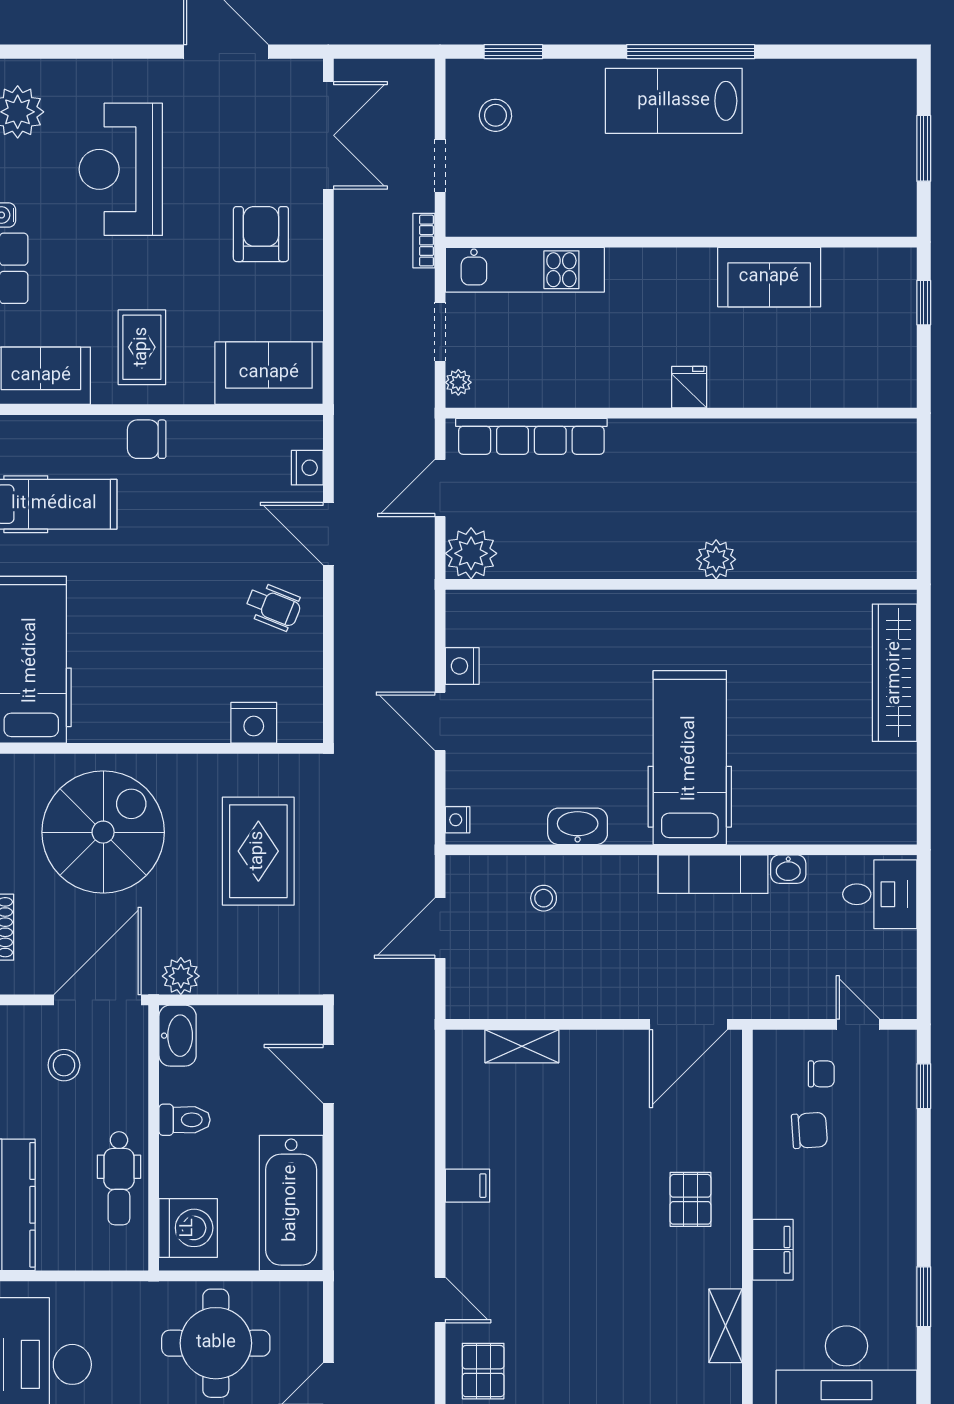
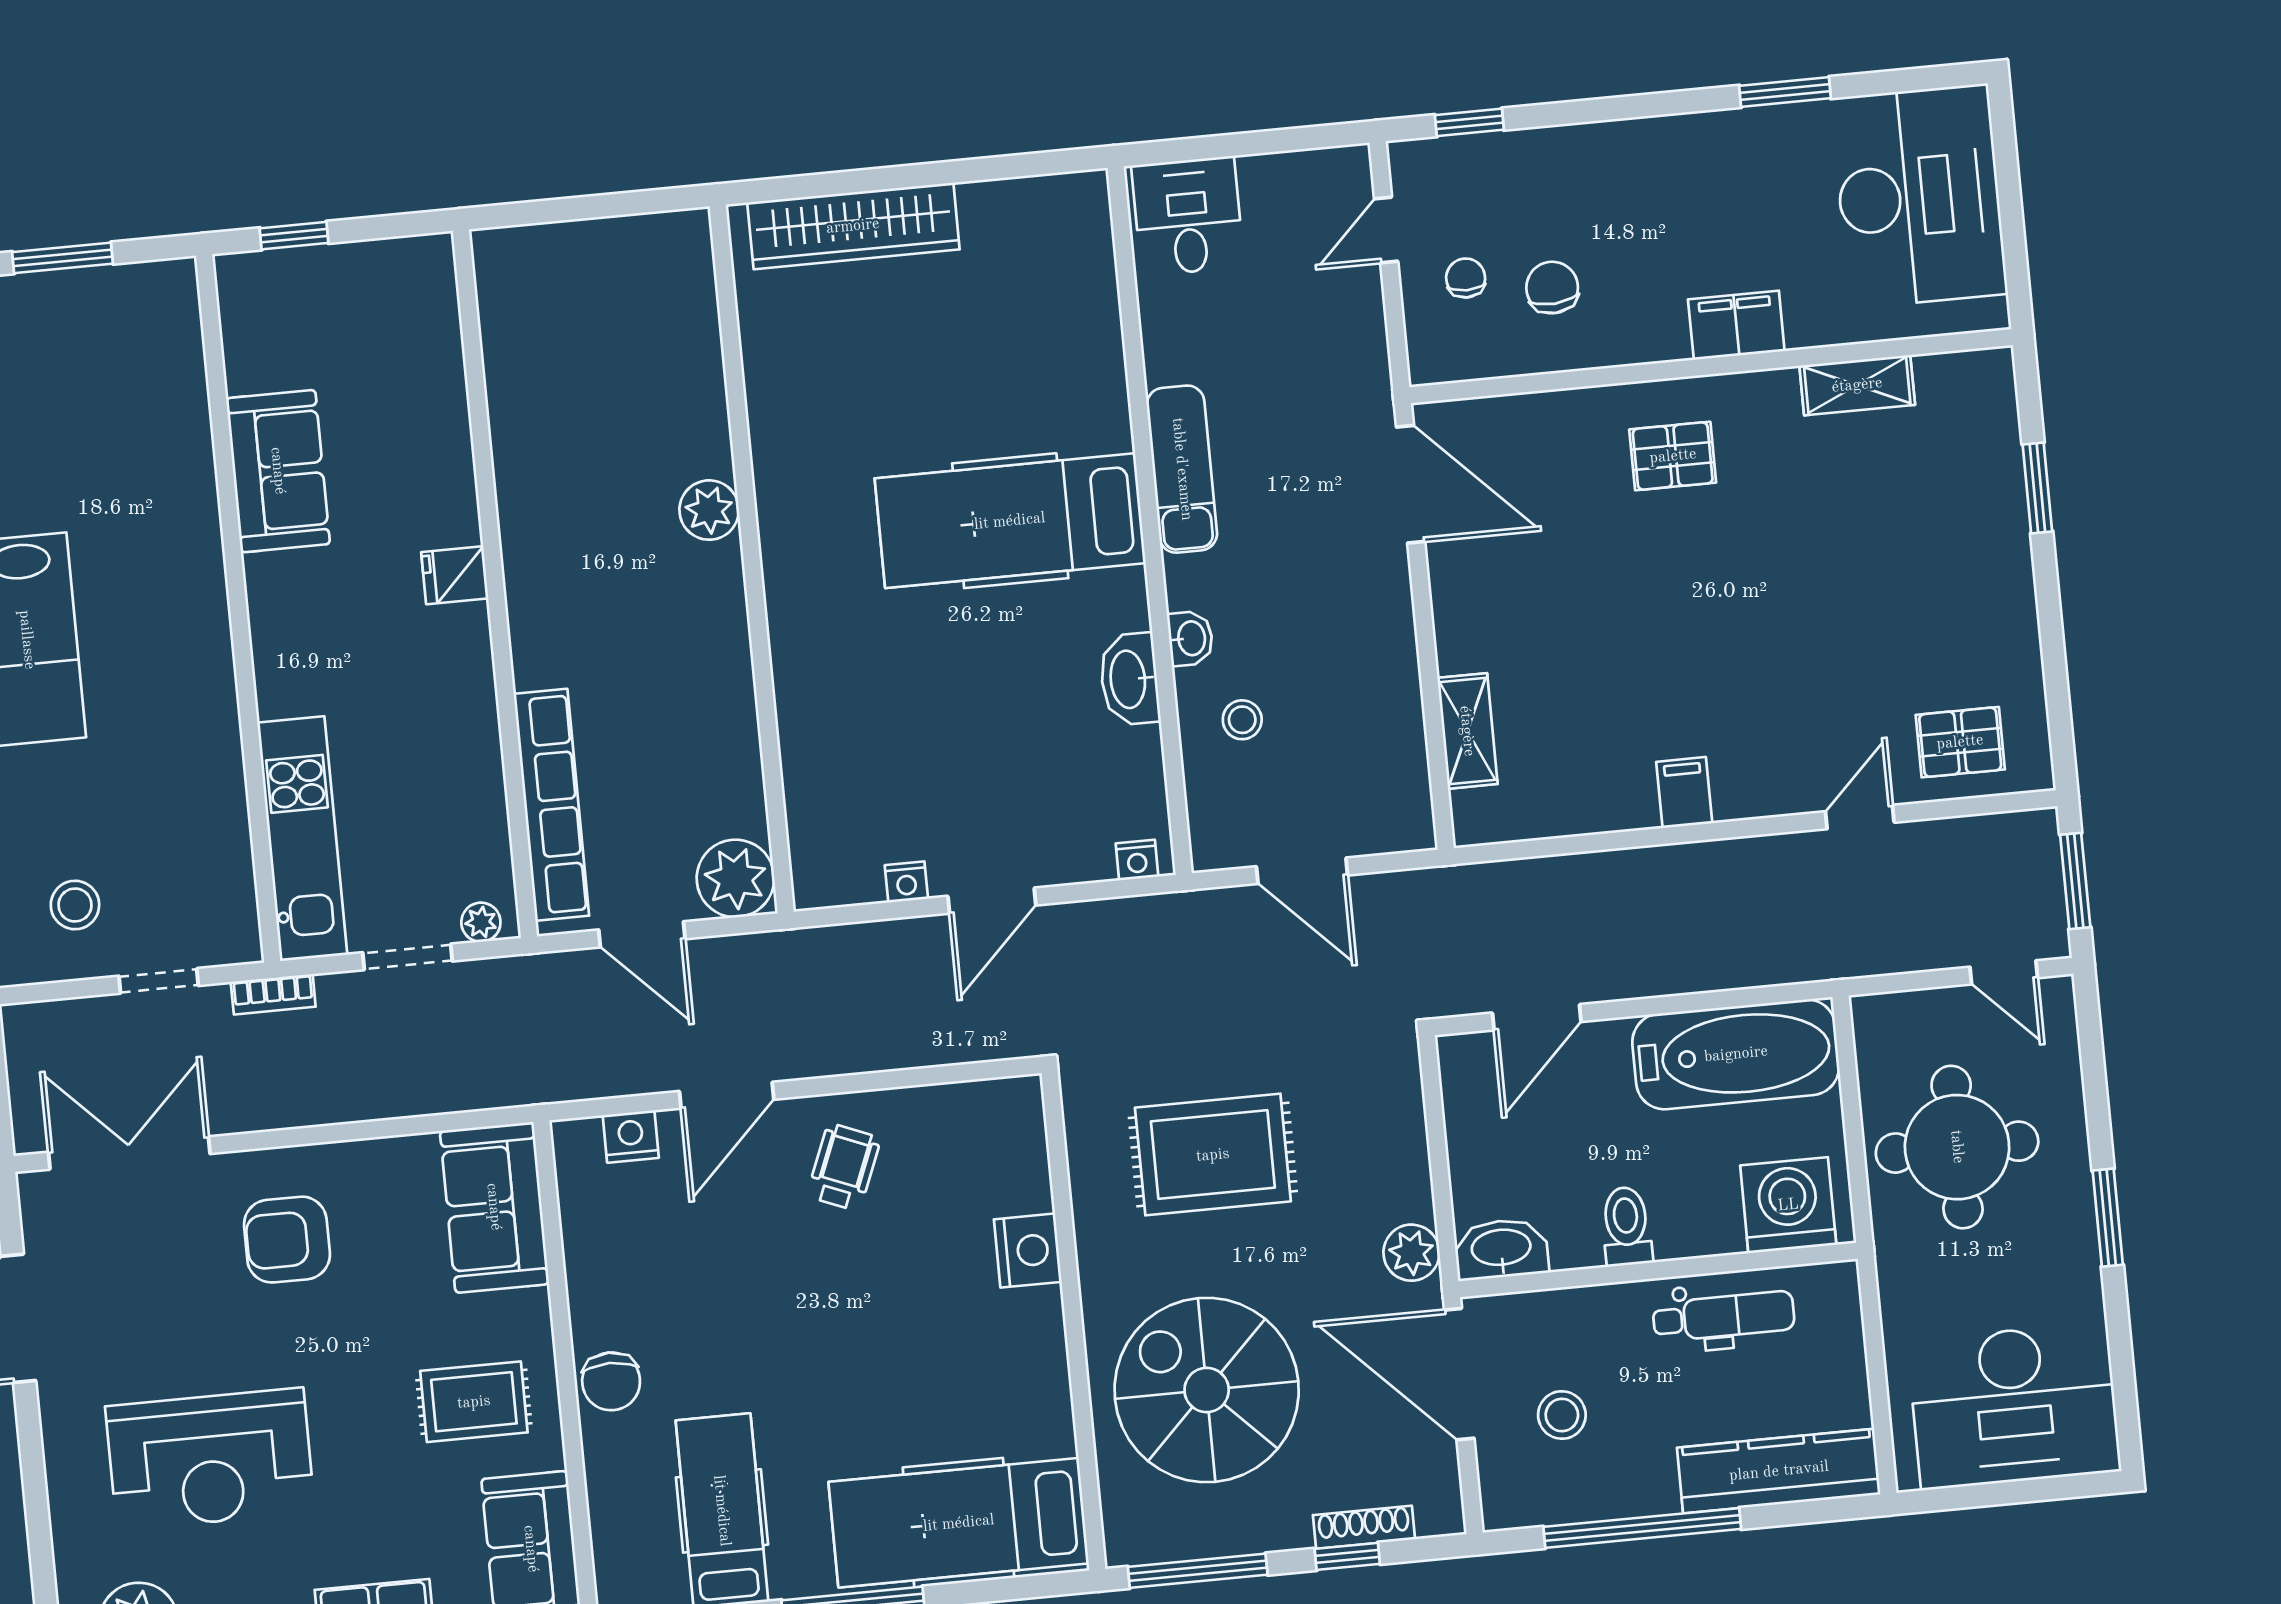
nightstand: (462, 666) -> (906, 882), width x0.72, depth x0.74
nightstand: (254, 723) -> (1028, 1251), moved
washbasin: (788, 869) -> (1190, 638), moved

